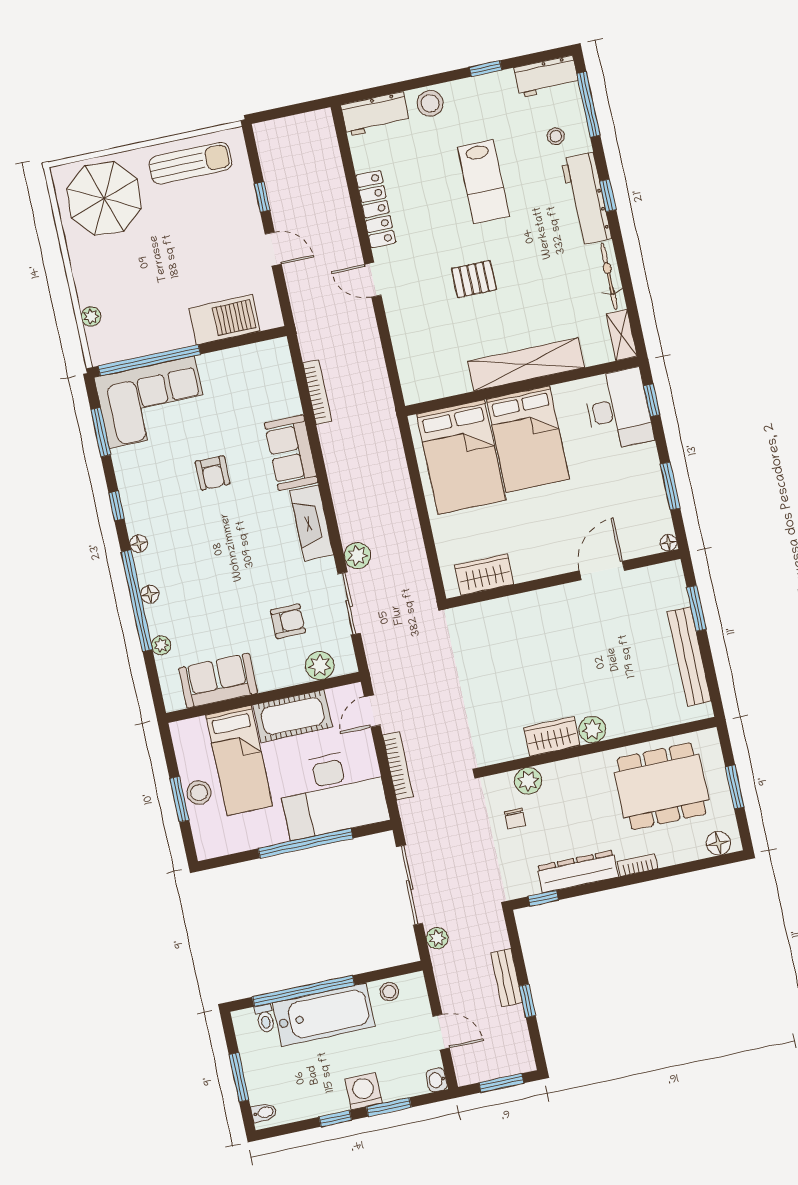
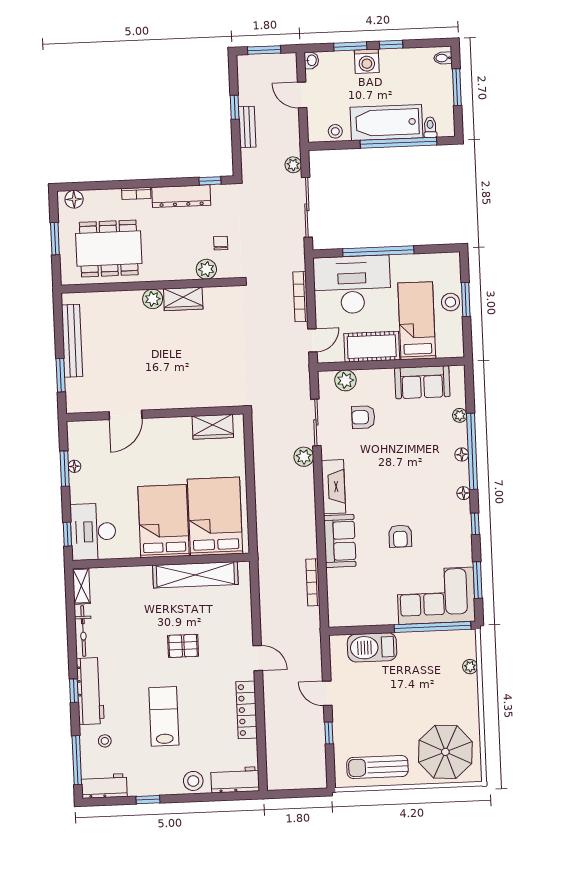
shelving: (526, 364) -> (195, 575), moved
armchair: (212, 473) -> (400, 536), turned 180
floor lamp: (669, 543) -> (74, 466), moved

